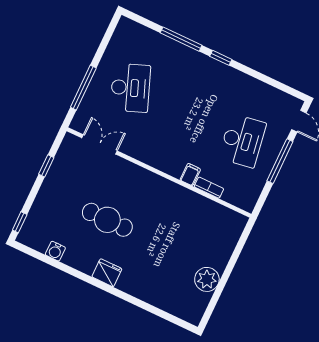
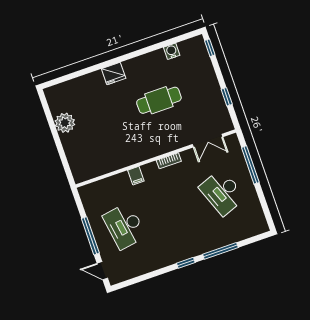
bookcase: (209, 188) -> (169, 161), moved
fridge: (107, 273) -> (114, 74), moved

